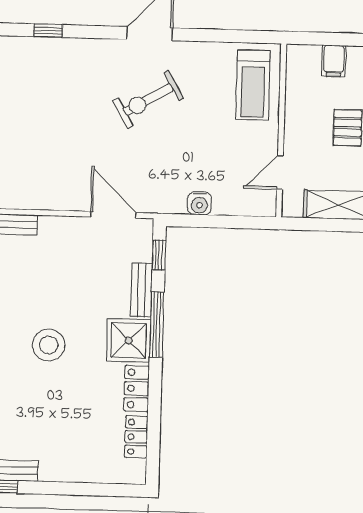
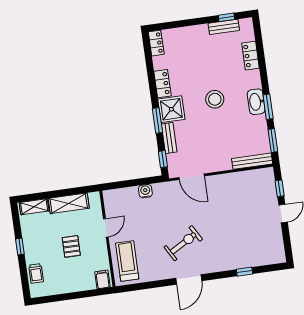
filing cabinet: (334, 61) -> (102, 279), moved
door: (280, 172) -> (106, 228), moved
window: (157, 325) -> (157, 120), width x0.69
locker: (136, 437) -> (156, 43), moved

